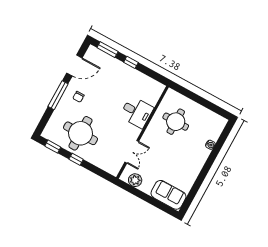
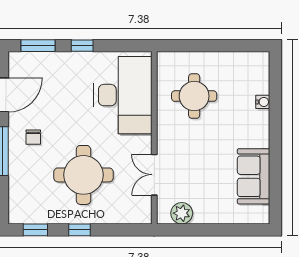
desk: (137, 112) -> (123, 95), width x1.87, depth x1.30
round table: (80, 133) -> (83, 175), moved
double door: (132, 152) -> (154, 175), swing flipped
sofa: (168, 195) -> (254, 176), moved, turned -90

